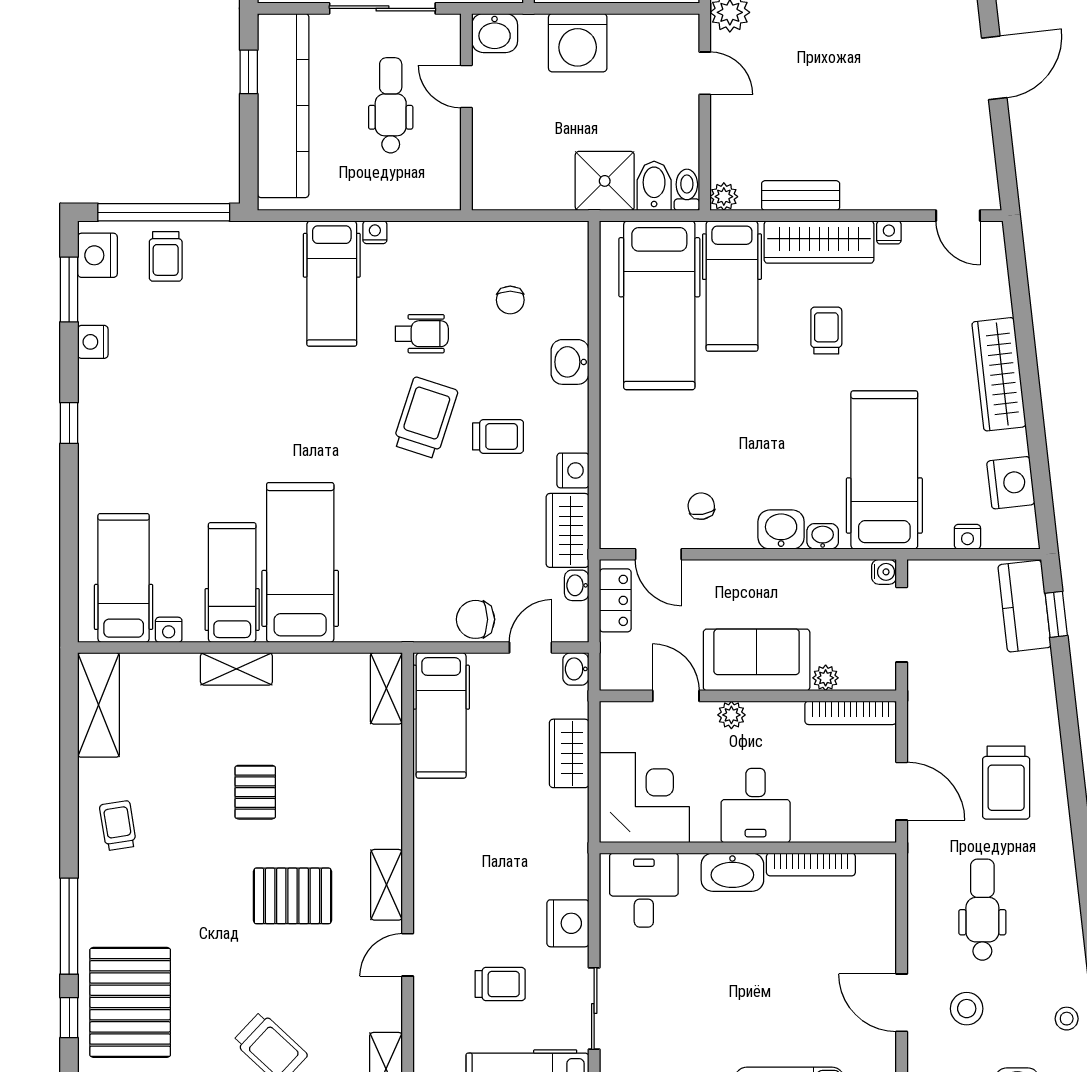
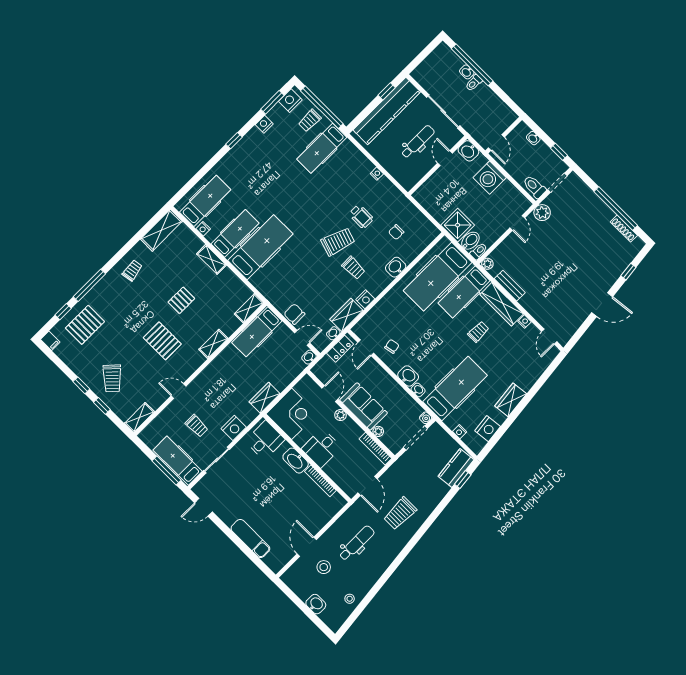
hospital bed: (332, 284) -> (322, 148), moved
wardrobe: (999, 374) -> (511, 400), width x0.67
wardrobe: (569, 753) -> (264, 398), moved
shelving: (387, 885) -> (213, 344), moved
pallet: (130, 1002) -> (85, 325), width x0.73, depth x0.71

